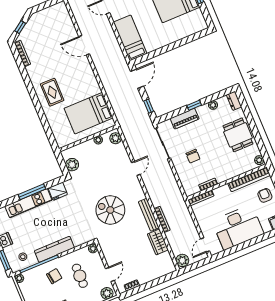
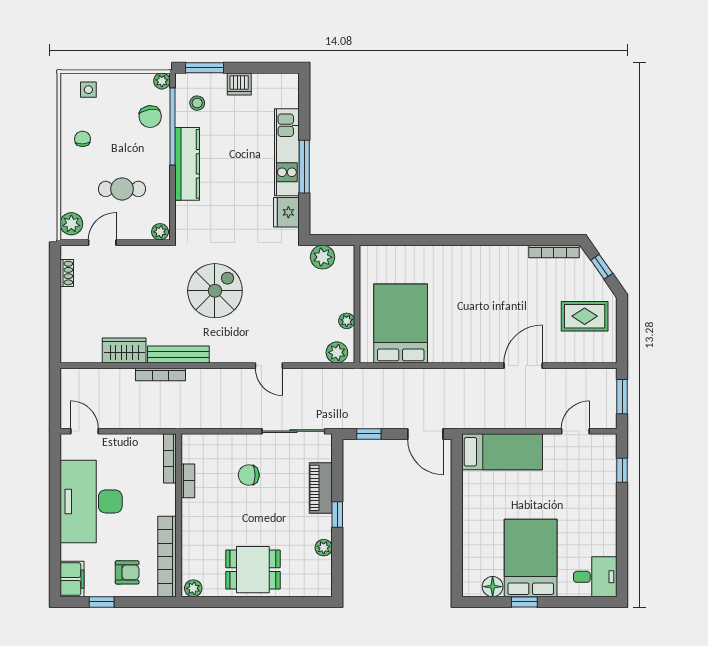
floor lamp: (198, 15) -> (493, 587), added
rug: (52, 92) -> (585, 316), moved
dresser: (234, 101) -> (316, 588), removed
plant: (182, 260) -> (74, 380), removed
door: (110, 275) -> (102, 243), swing flipped
chair: (54, 276) -> (150, 117), moved

